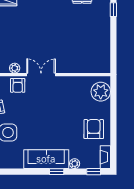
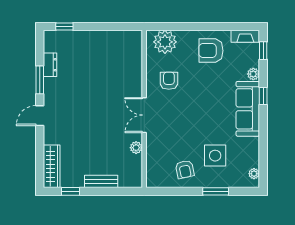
armchair: (18, 85) -> (169, 81), moved, turned -90

